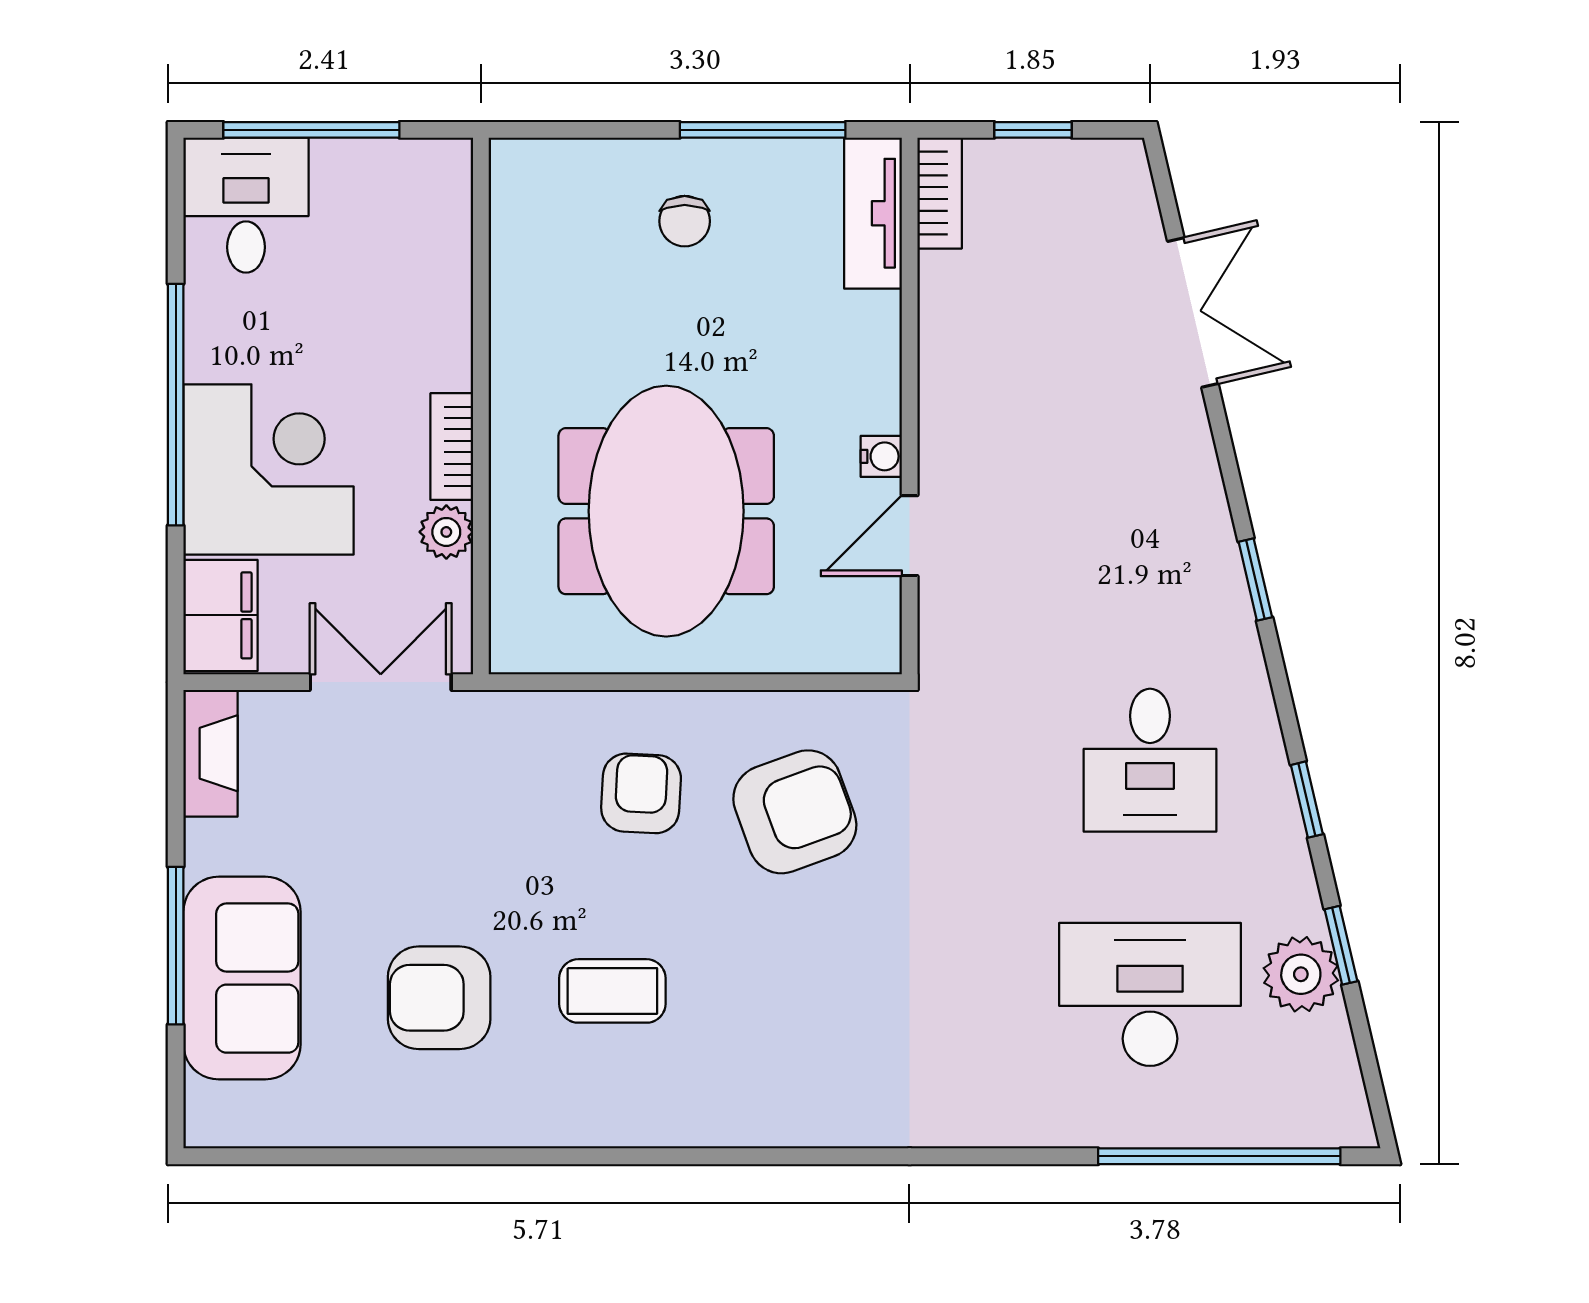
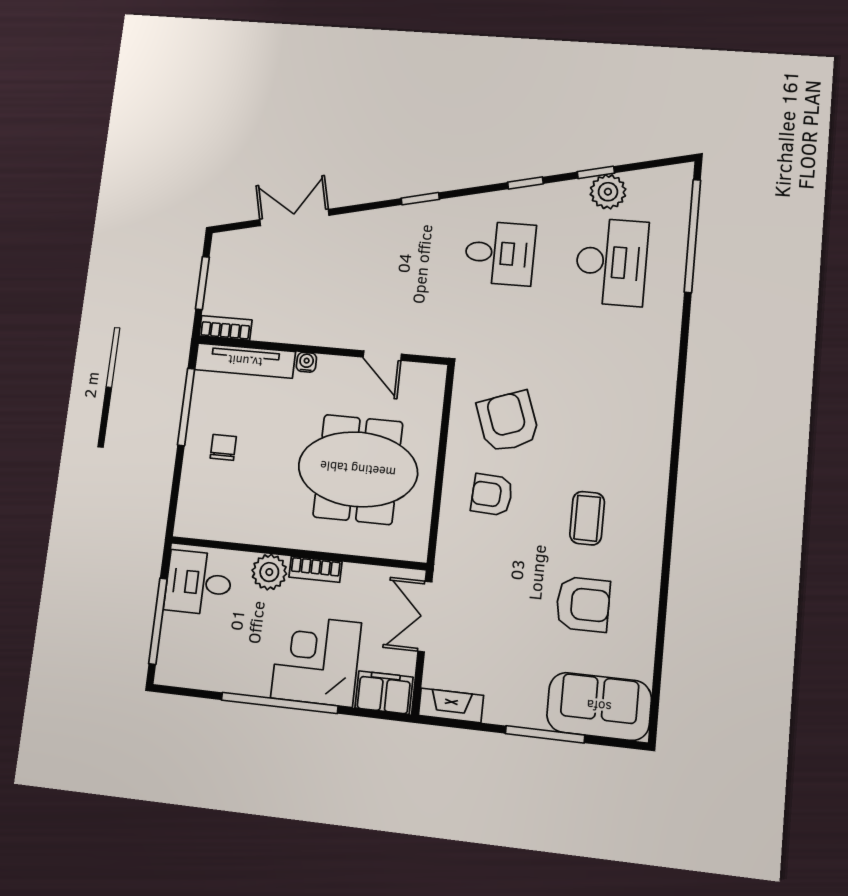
window: (1033, 130) -> (202, 283), width x1.50
desk: (246, 205) -> (199, 583), moved
tv unit: (873, 213) -> (245, 361), width x1.41
chair: (685, 221) -> (223, 447), turned -90
water cooler: (881, 456) -> (306, 362), moved
plant: (446, 532) -> (269, 572), moved, width x1.38, depth x1.38
sofa: (242, 978) -> (599, 706), moved
desk: (1150, 994) -> (611, 262), turned 180
armchair: (439, 998) -> (583, 604), turned -90

